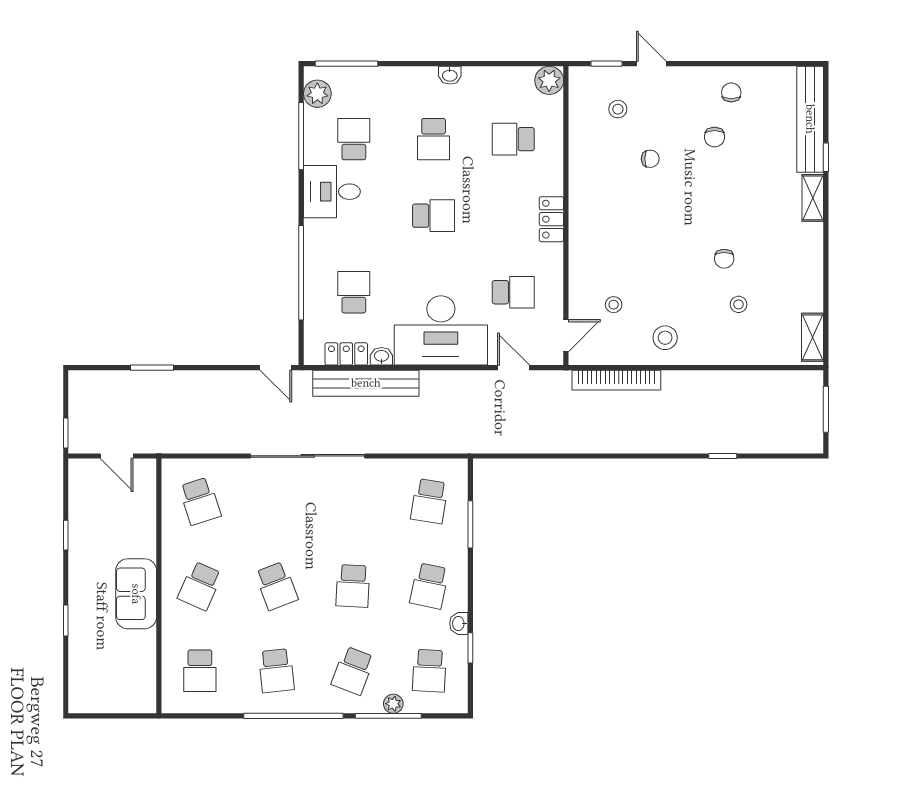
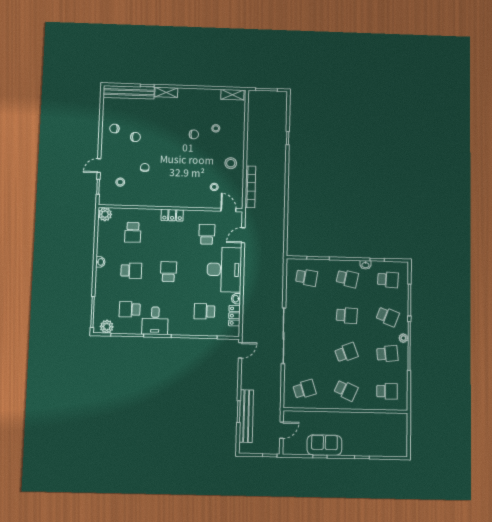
bench: (366, 383) -> (246, 416), moved
sofa: (136, 594) -> (324, 445), moved, turned 180
plant: (393, 704) -> (403, 338), moved

